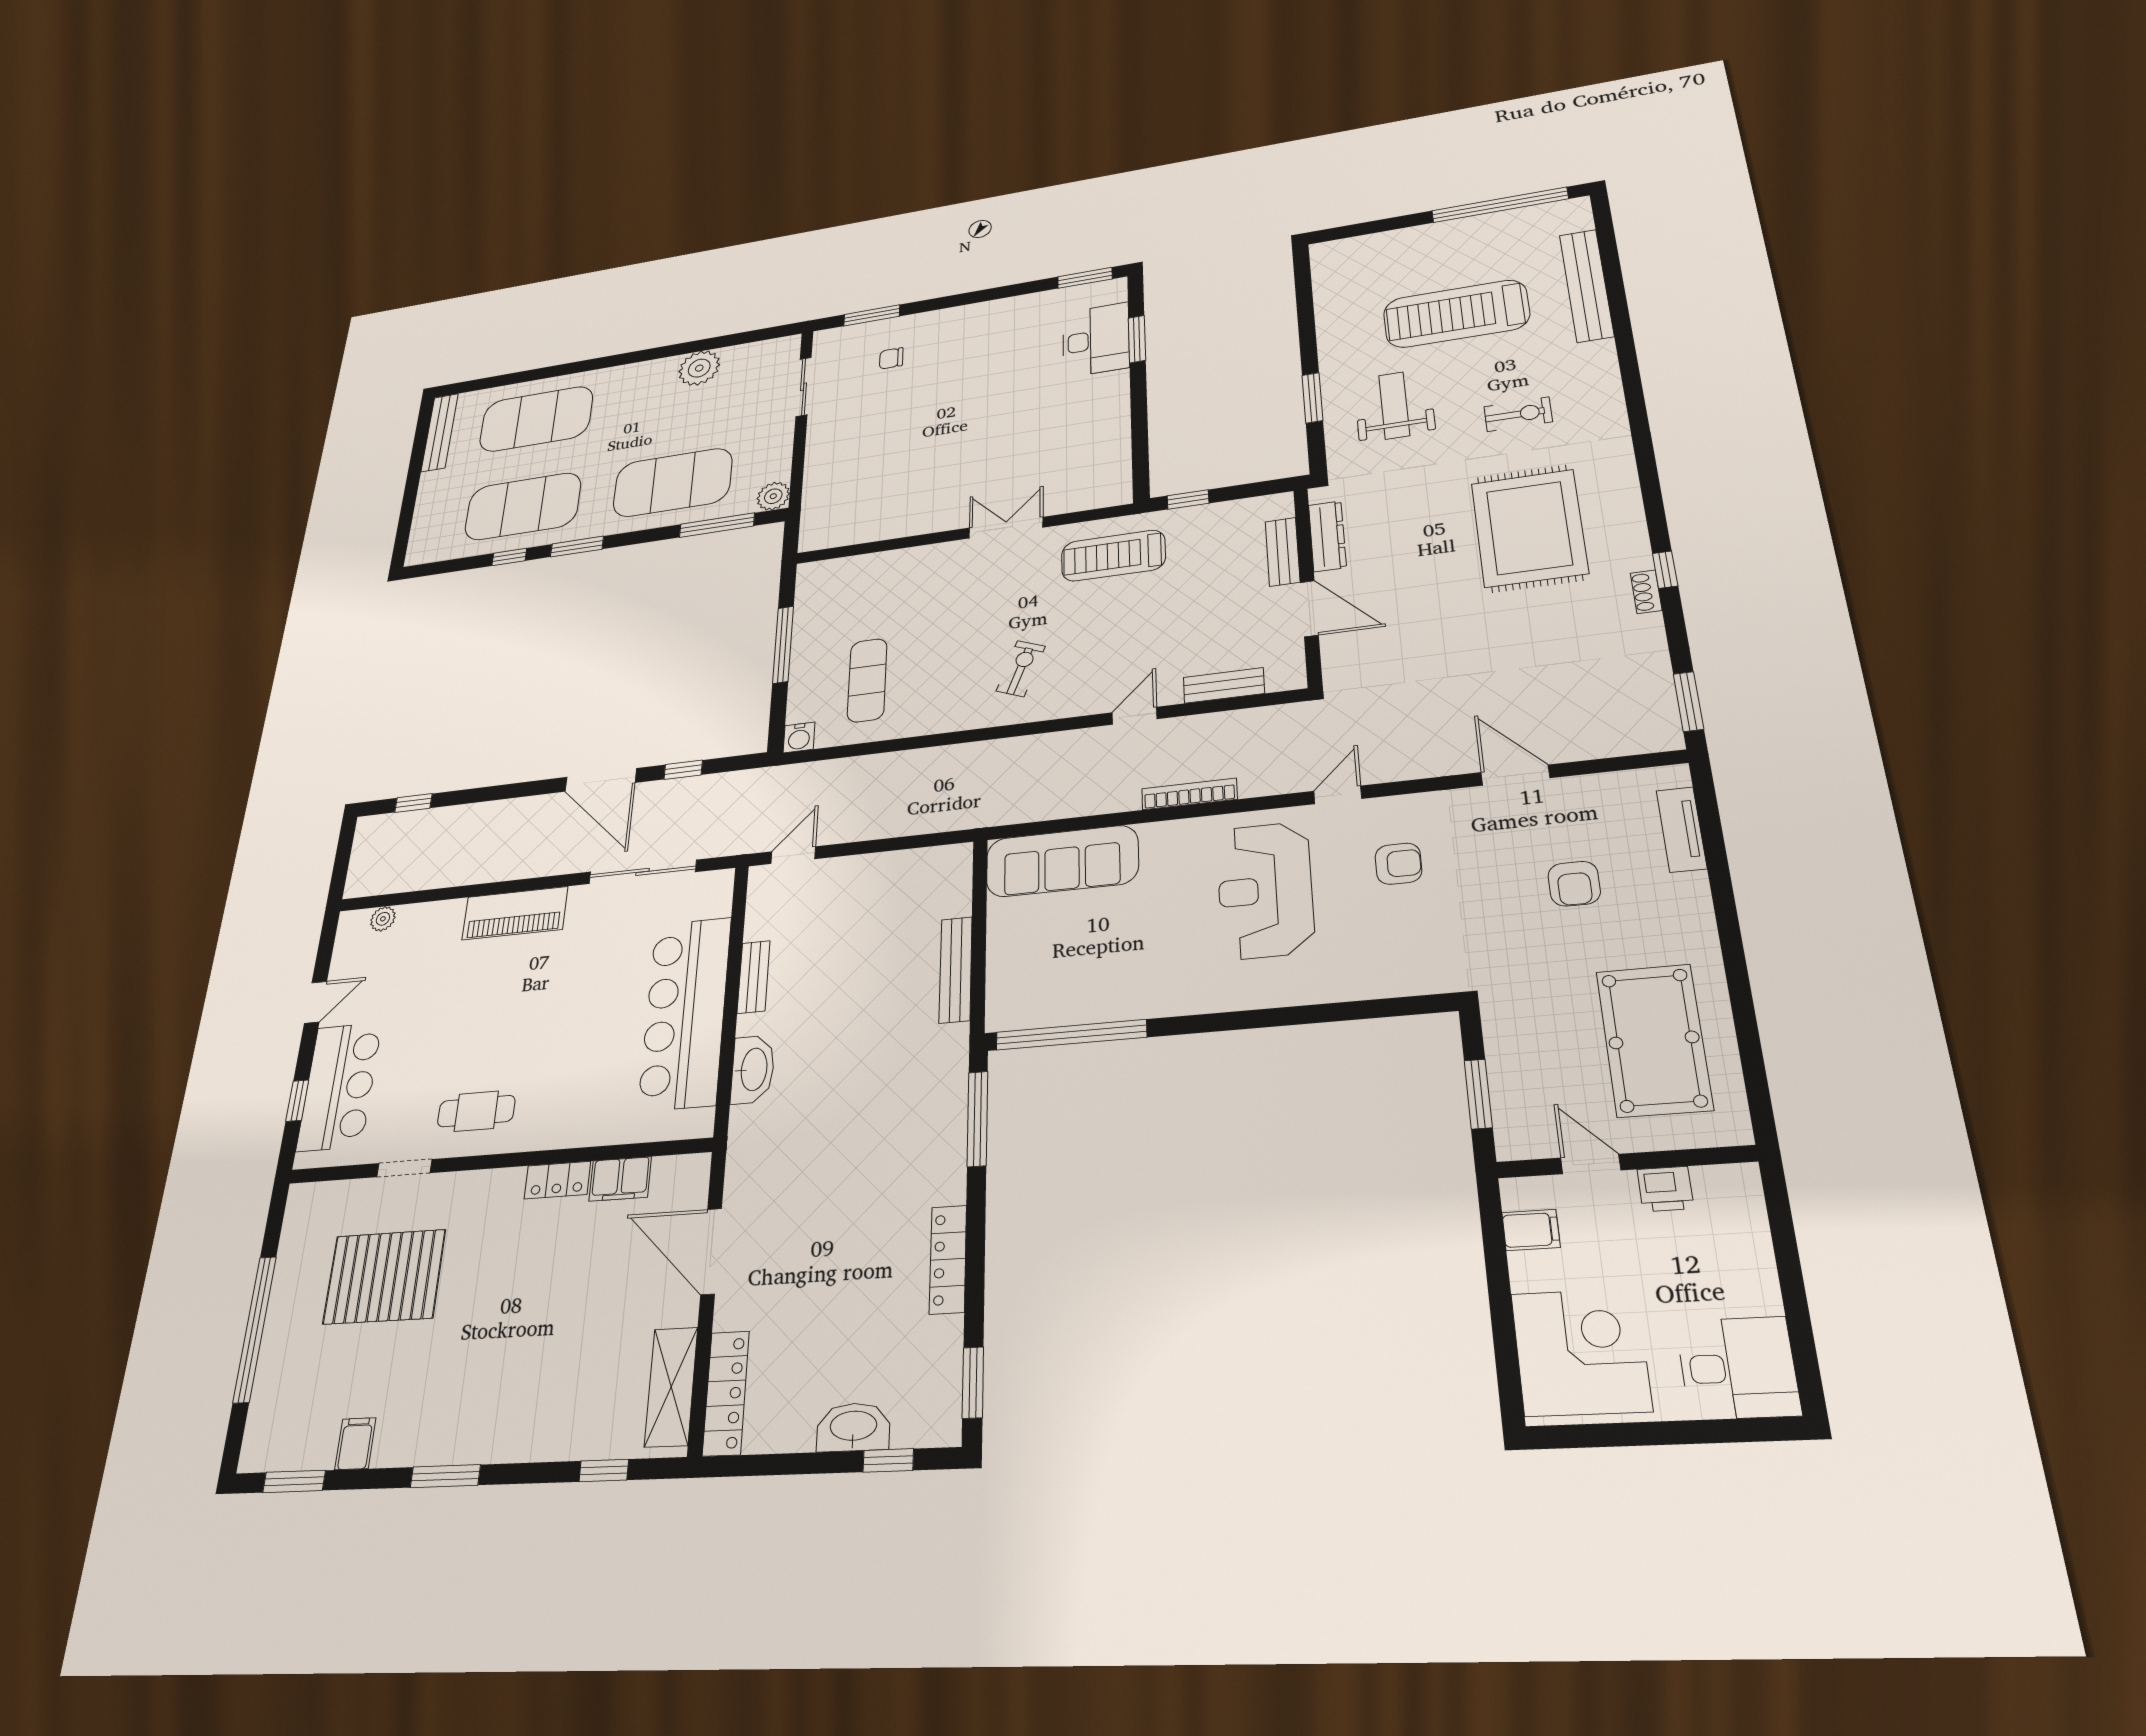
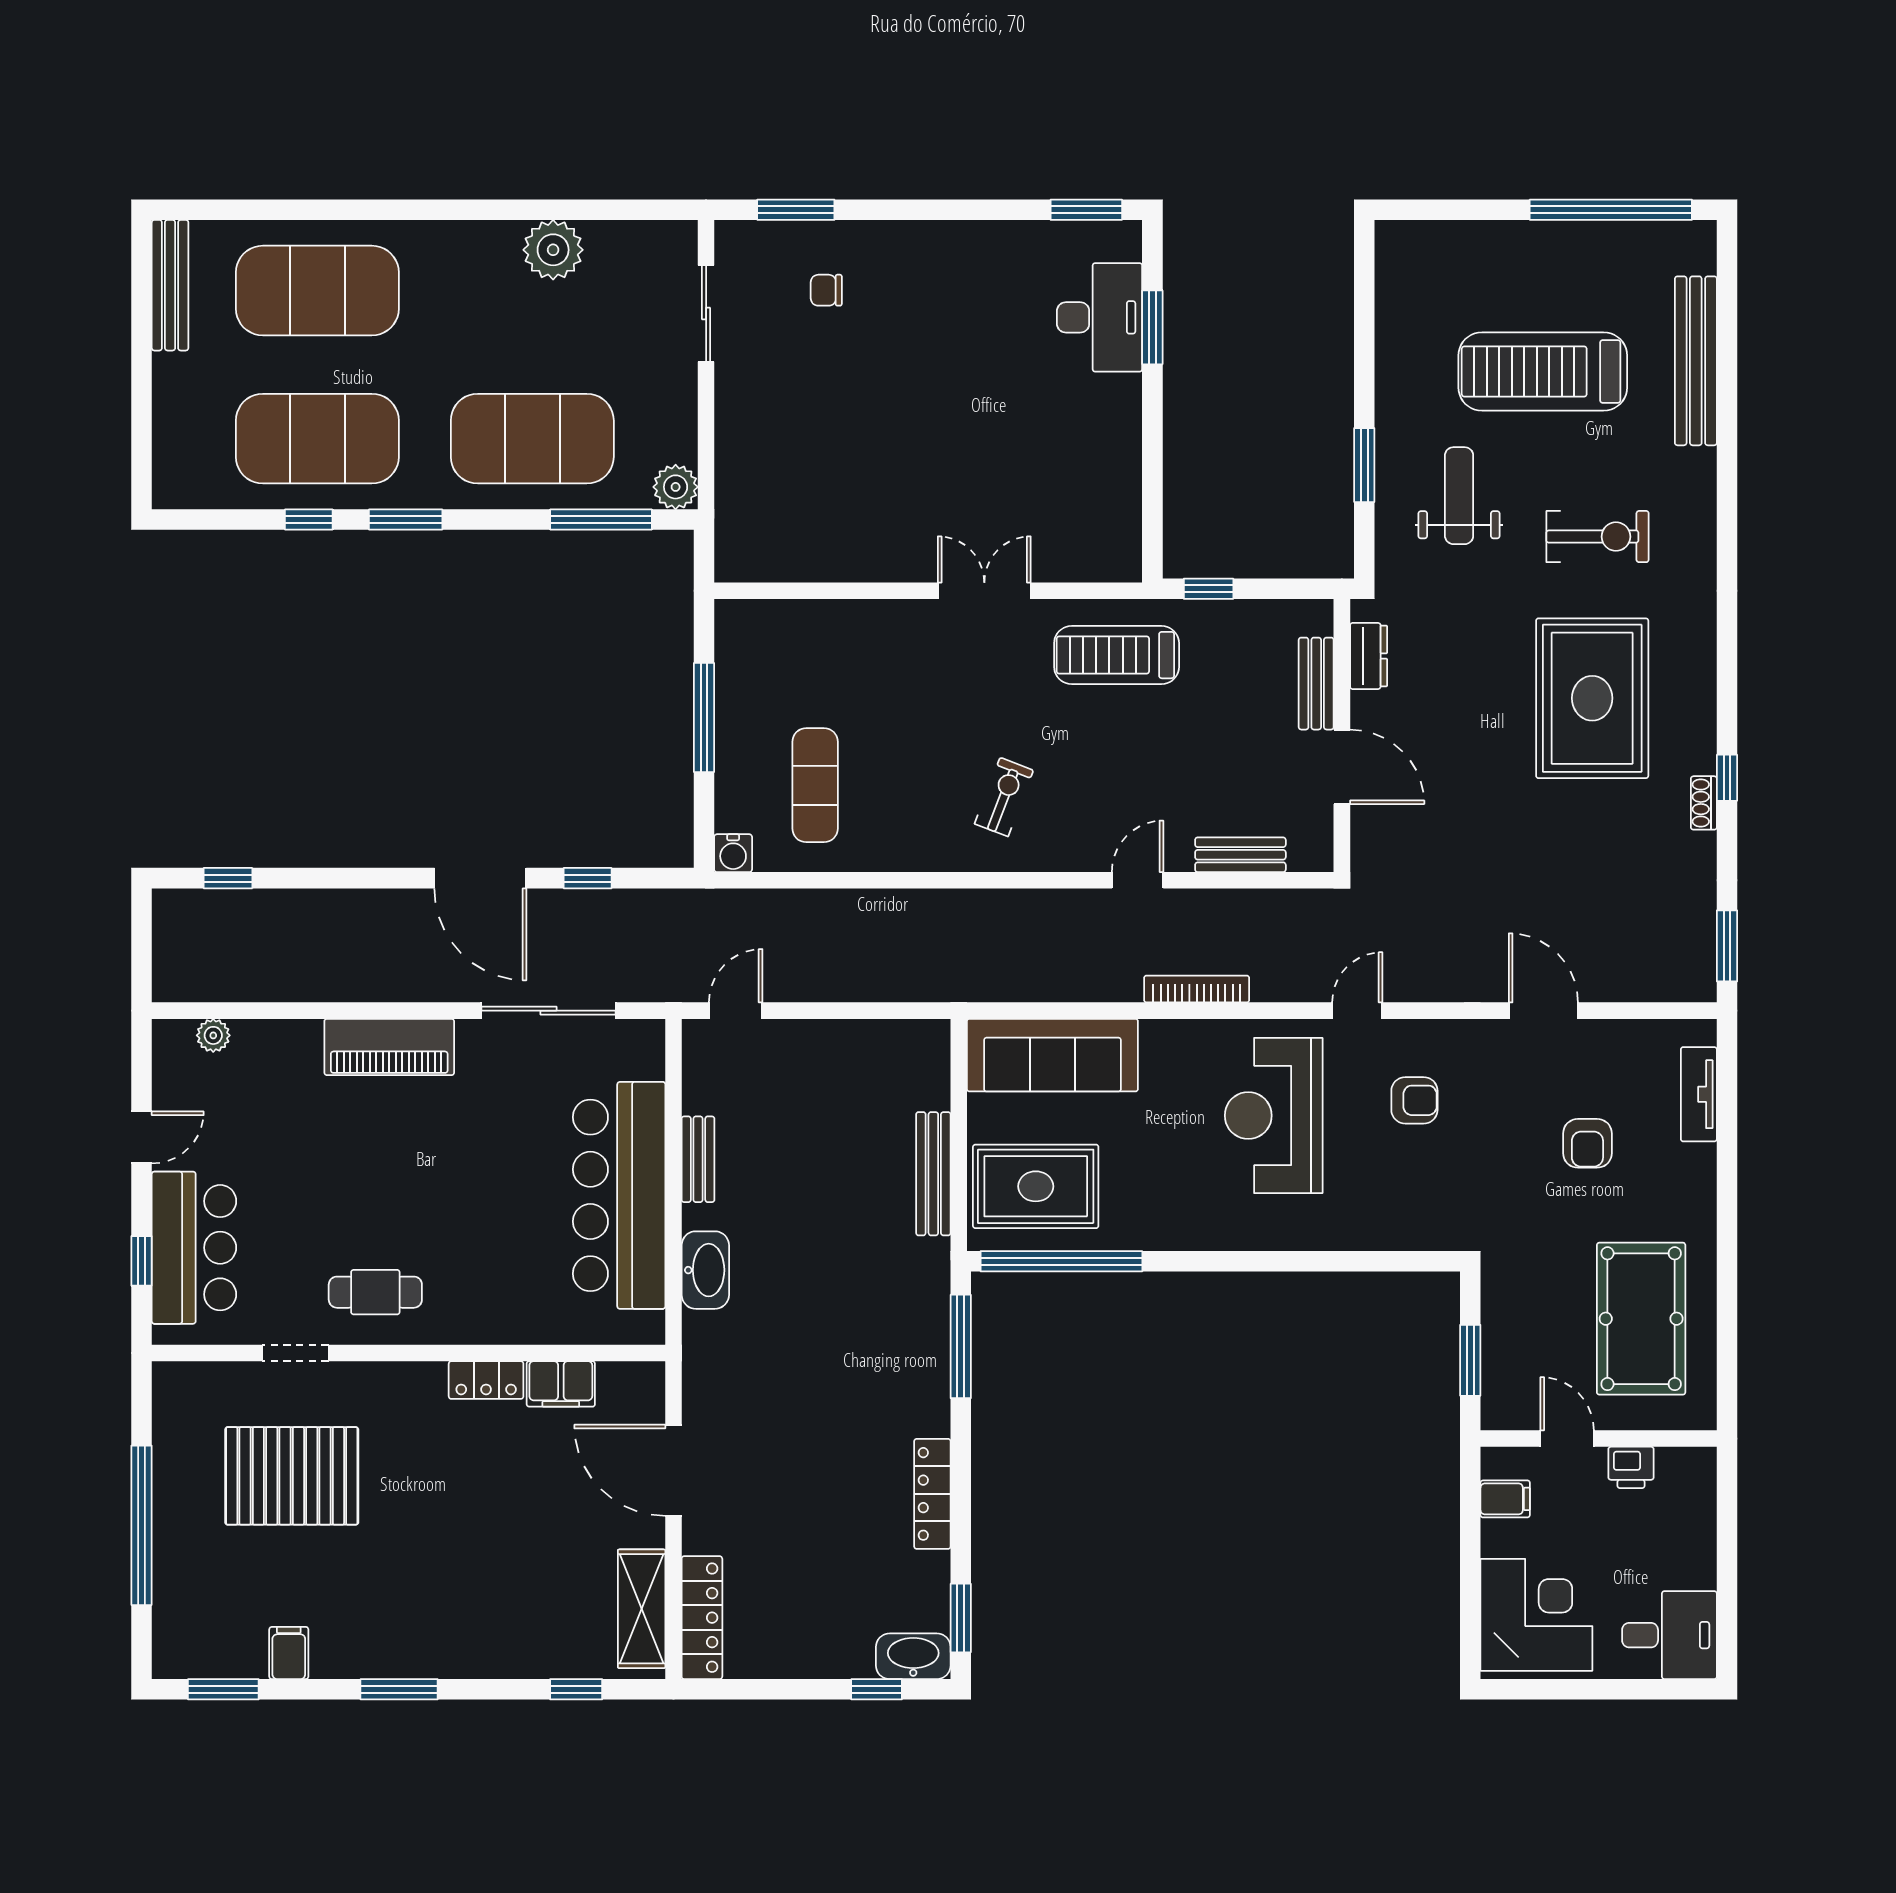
exercise bike: (1518, 414) -> (1598, 537), width x1.38, depth x1.39
dresser: (1327, 536) -> (1369, 656), width x0.70
rug: (1047, 972) -> (1036, 1186), added
washbasin: (853, 1427) -> (913, 1656), moved

